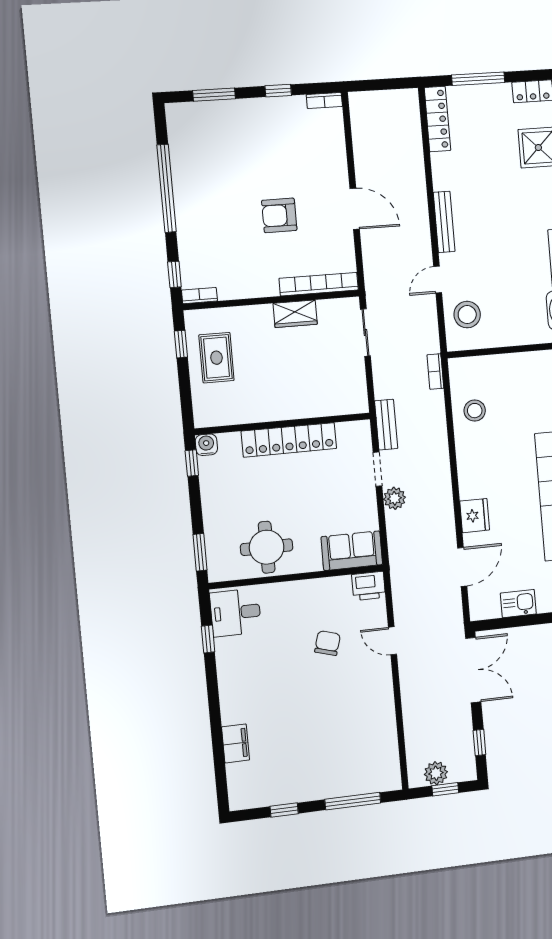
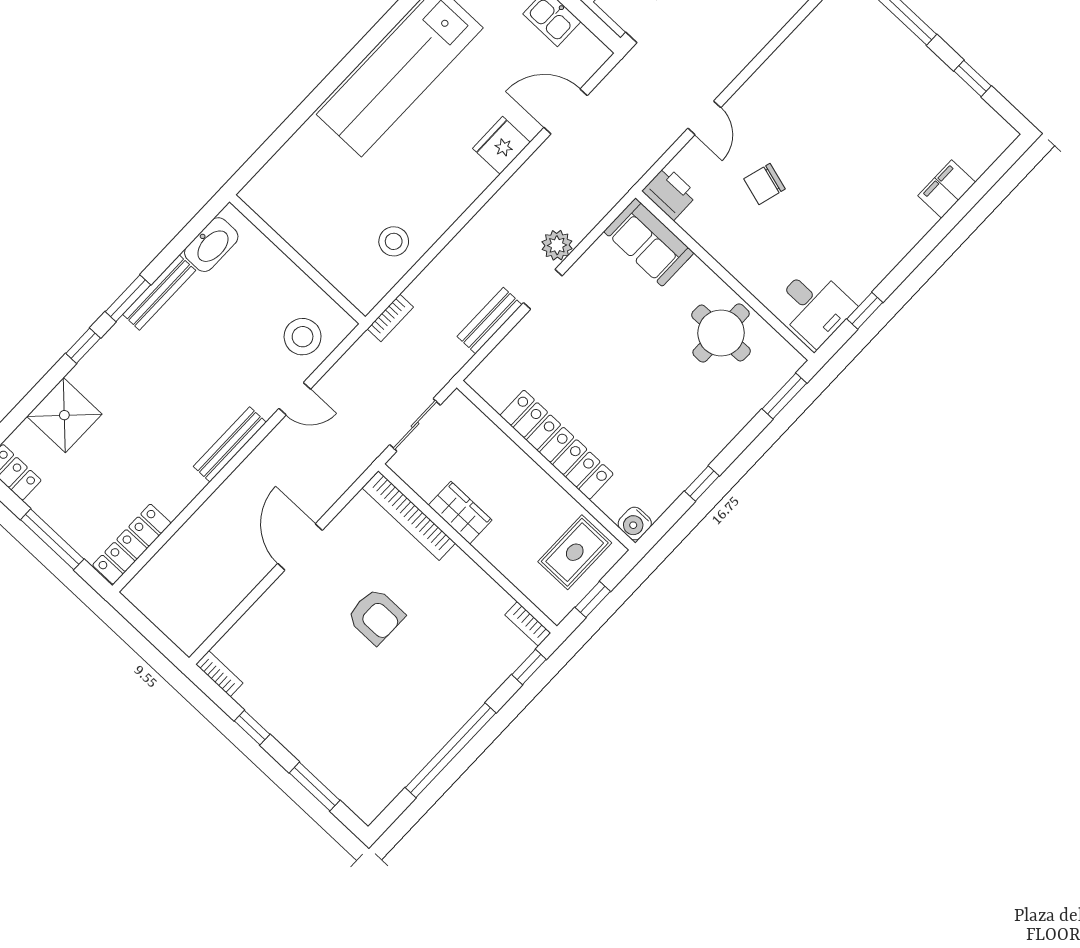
wall: (283, 424) -> (546, 465), moved
locker: (289, 440) -> (557, 445), moved
water cooler: (206, 445) -> (635, 524), moved

